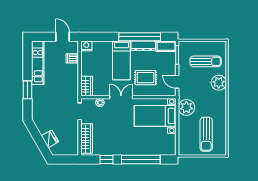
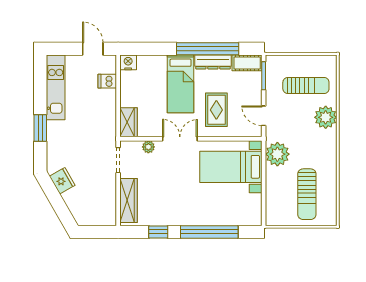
rug: (146, 78) -> (216, 110), turned 90
fridge: (50, 139) -> (62, 181), moved

